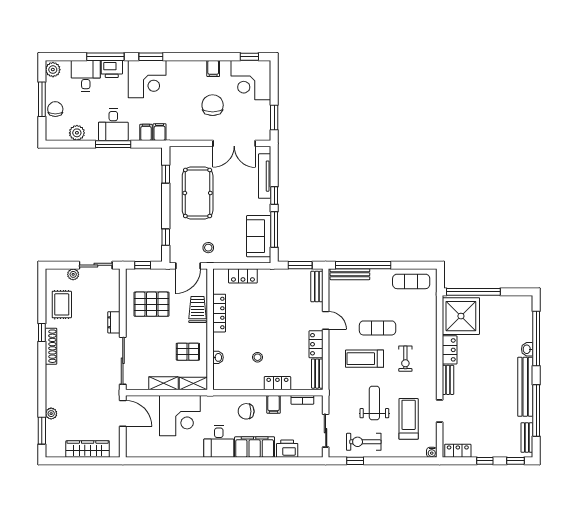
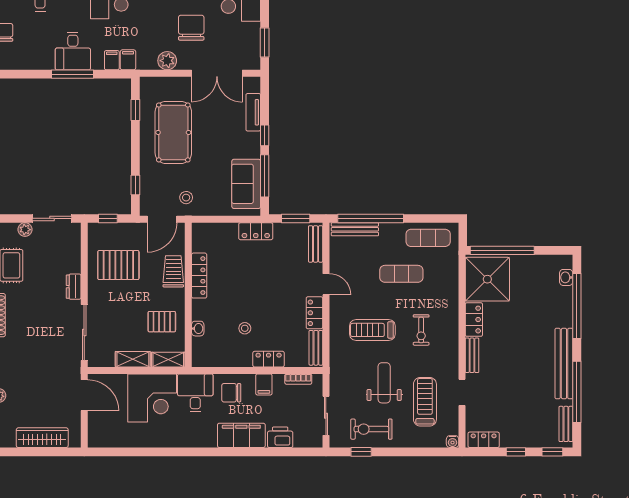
plant: (77, 133) -> (167, 61), moved
tv unit: (265, 176) -> (253, 112), width x0.71
locker: (243, 276) -> (256, 231), moved
exercise mat: (378, 328) -> (401, 274), moved
washbasin: (527, 349) -> (566, 277), moved
desk: (219, 441) -> (195, 393), moved, turned 180

